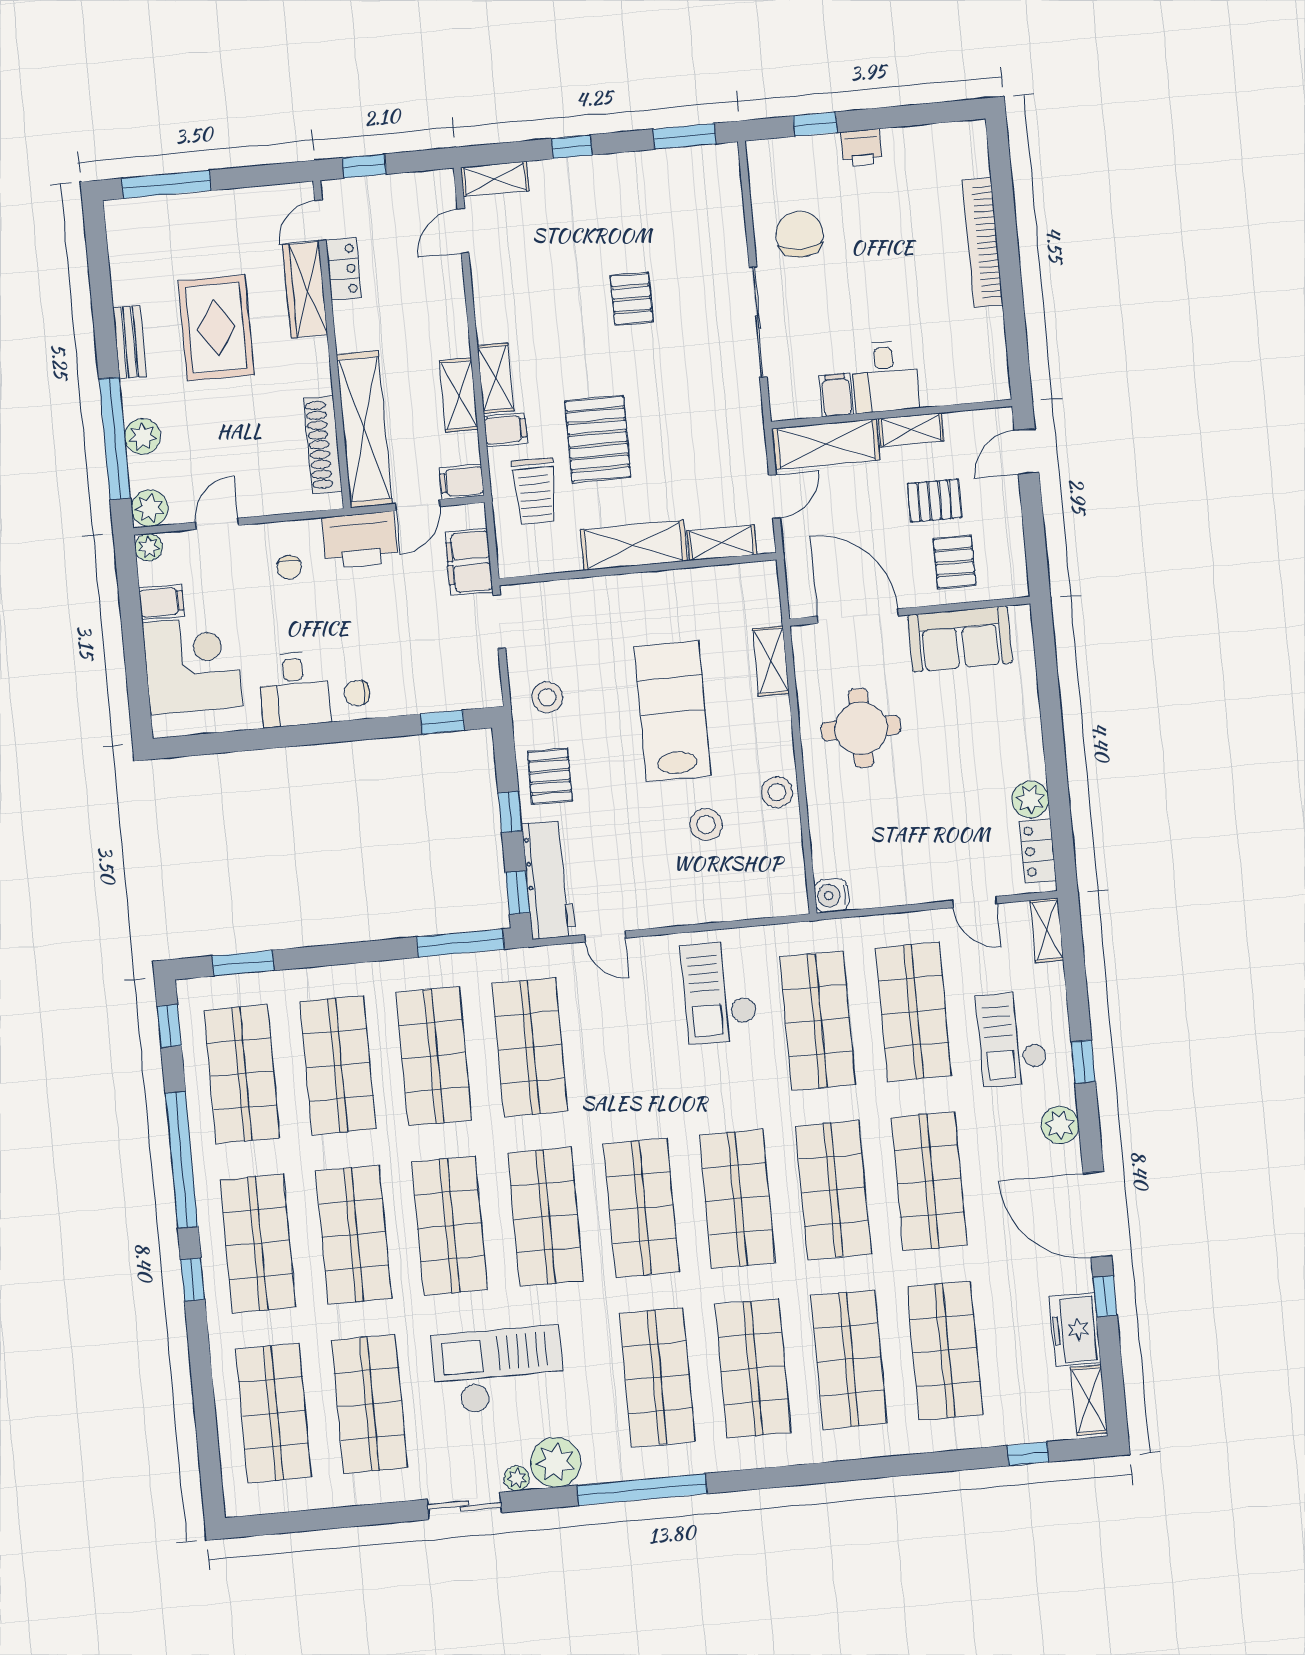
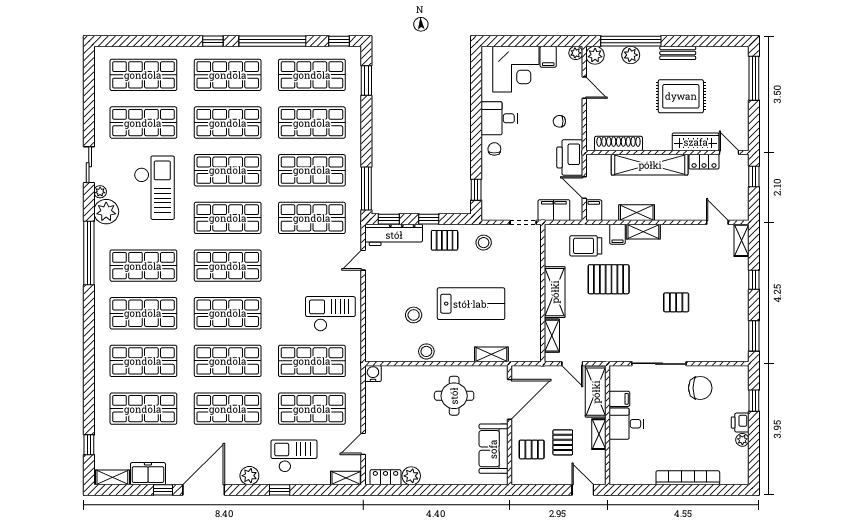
plant: (896, 140) -> (742, 440), added
shelving: (364, 429) -> (650, 165), moved

